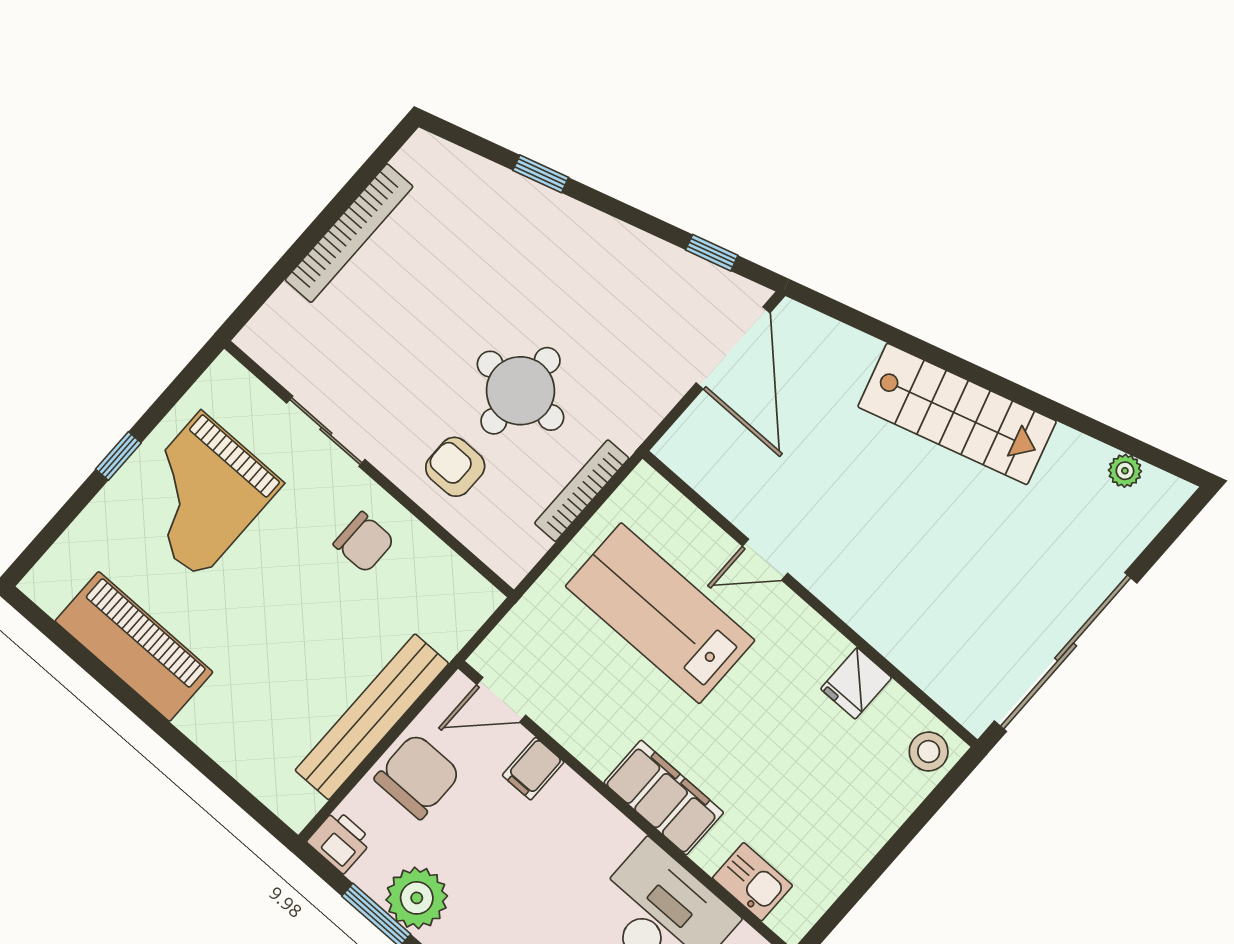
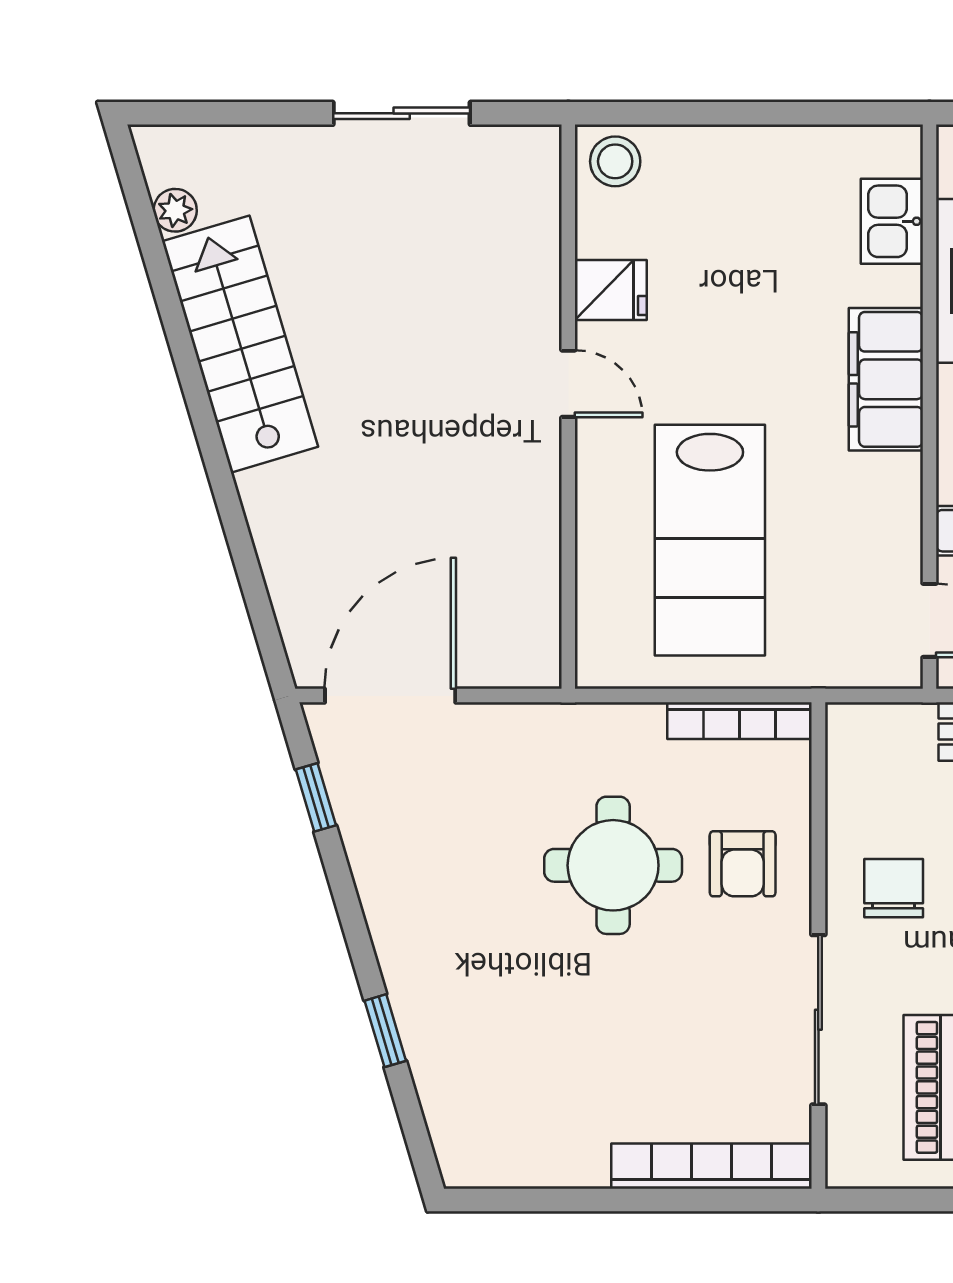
bookcase: (349, 233) -> (711, 1166), moved
stairs: (957, 414) -> (240, 344), moved
sliding door: (326, 431) -> (818, 1020), width x1.37
bookcase: (582, 491) -> (740, 721), moved
door: (765, 560) -> (568, 384), moved
sliding door: (1066, 652) -> (402, 113), width x0.54

